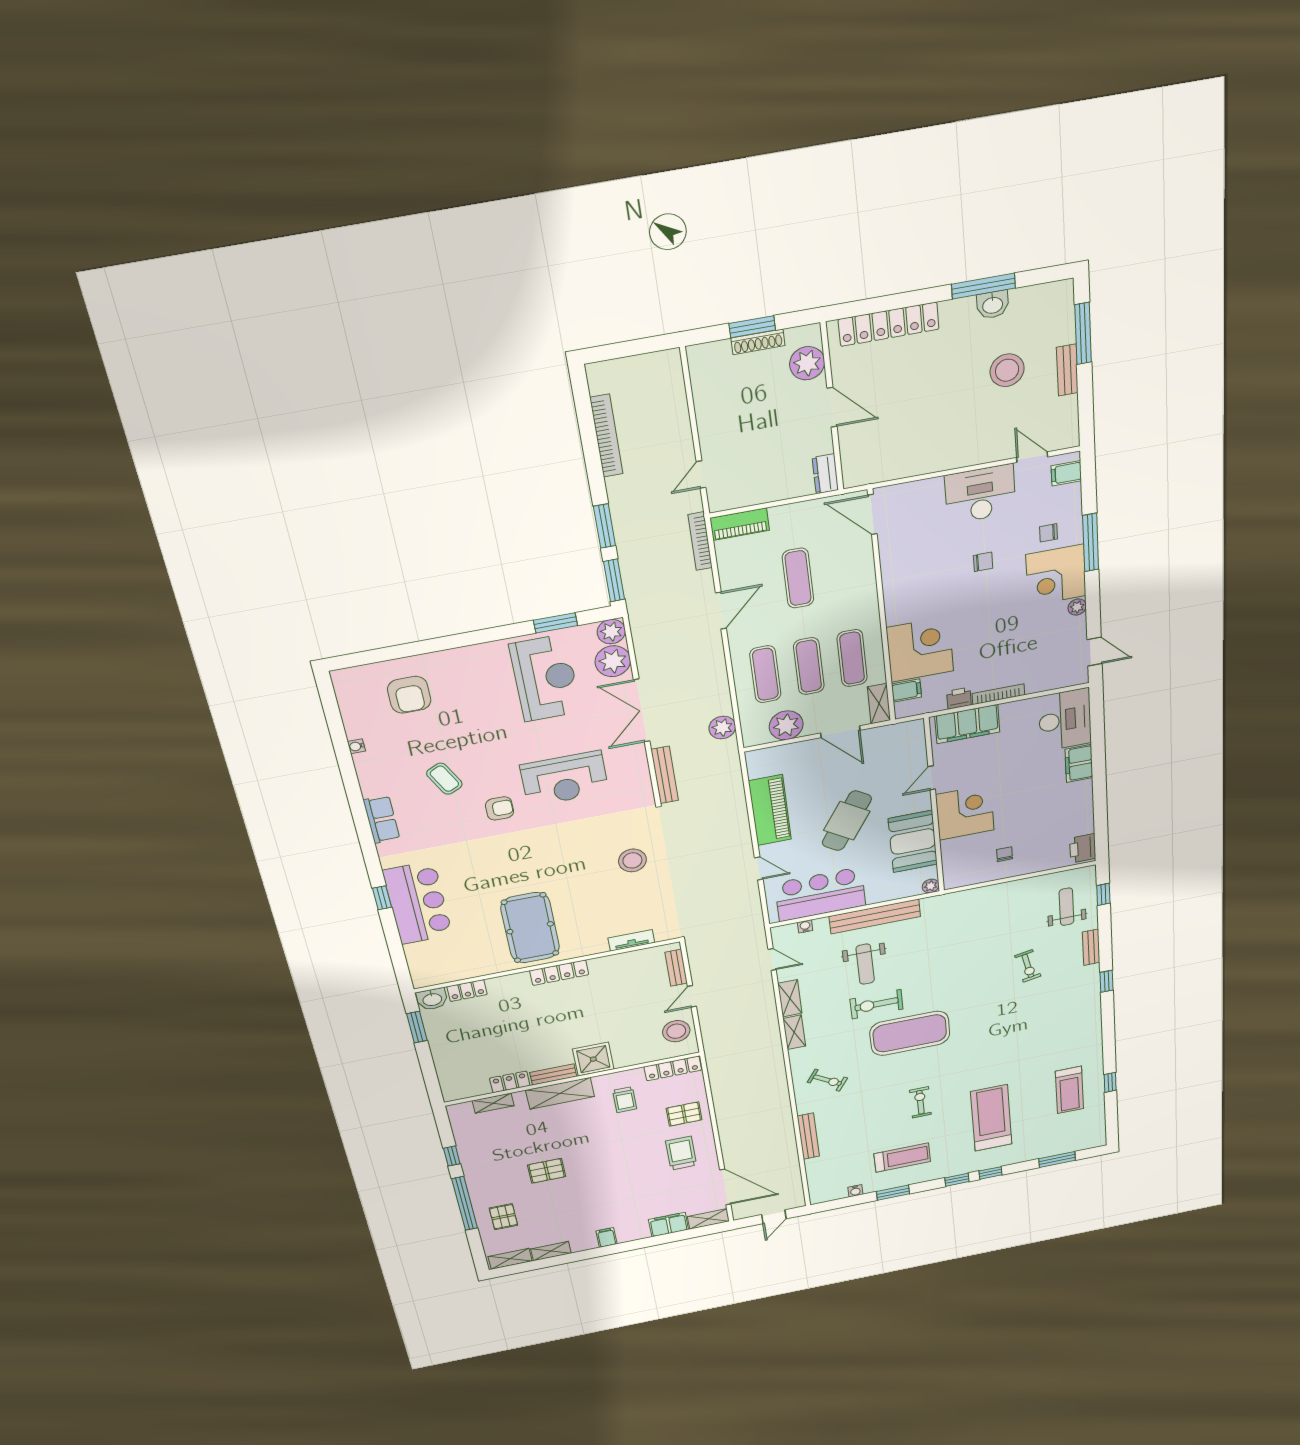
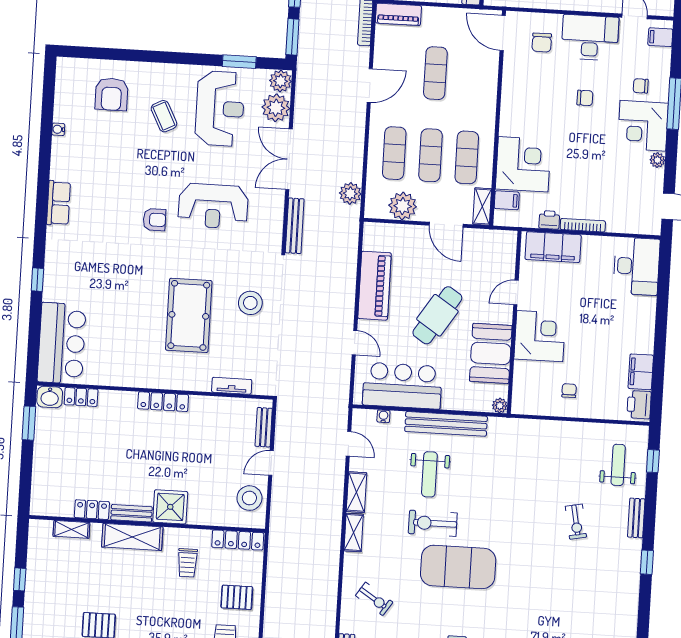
chair: (922, 514) -> (542, 42), added
filing cabinet: (1079, 763) -> (641, 372), moved
coffee table: (444, 779) -> (164, 116), moved
bar counter: (418, 903) -> (62, 343), moved
pool table: (530, 928) -> (189, 315), moved

